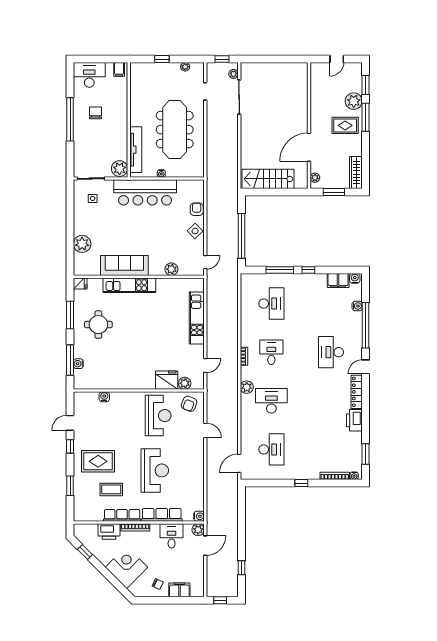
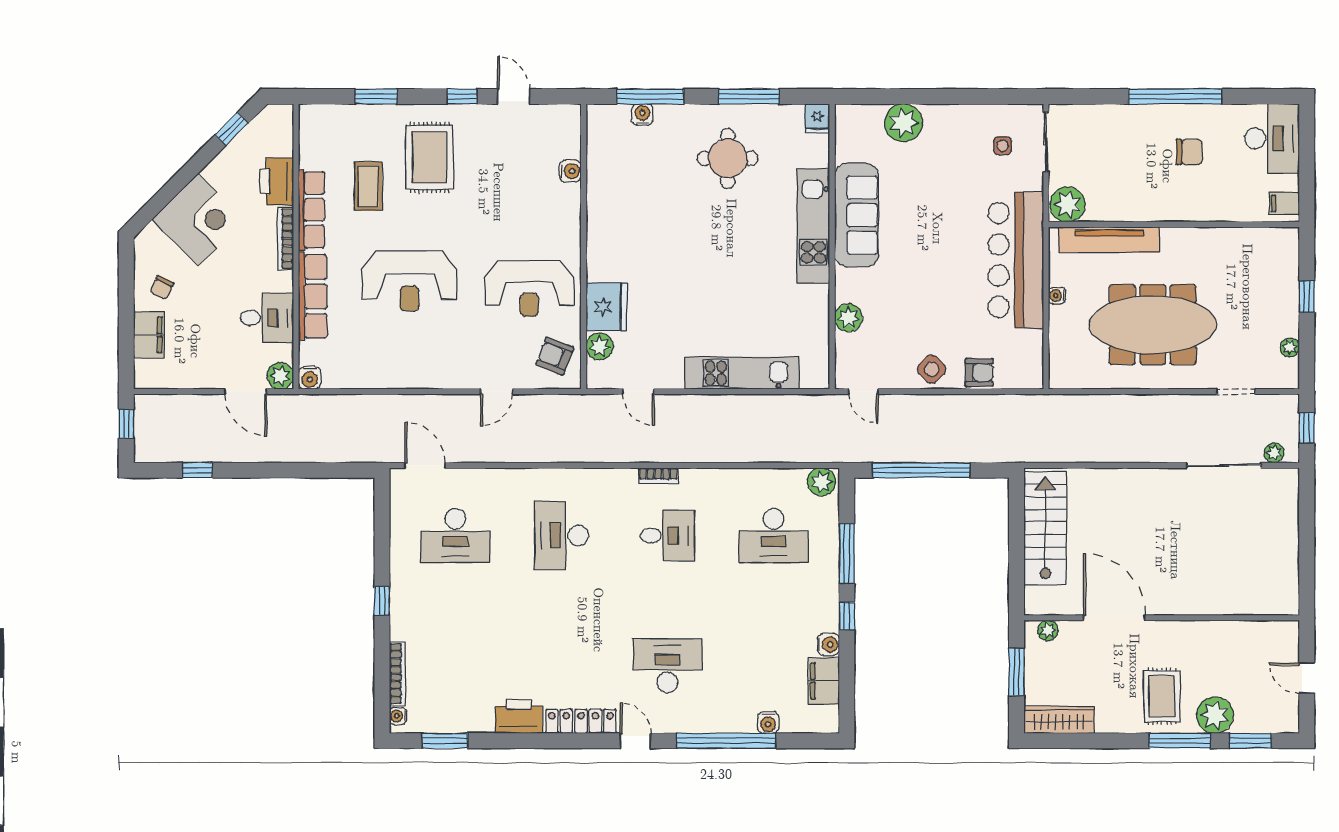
water cooler: (355, 278) -> (828, 645), moved
plant: (247, 387) -> (821, 482), moved
desk: (271, 401) -> (561, 536), turned 180

